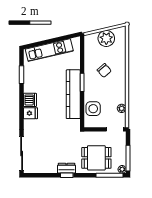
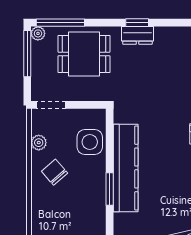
chair: (104, 71) -> (55, 172), moved

